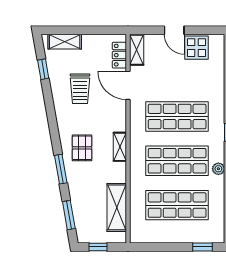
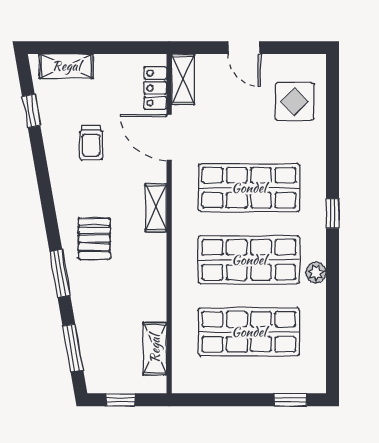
display table: (196, 48) -> (295, 101), moved
trolley: (80, 89) -> (91, 143), width x0.73, depth x0.72
shelving: (120, 147) -> (156, 208), moved
shelving: (117, 207) -> (155, 349), width x0.67, depth x0.75

